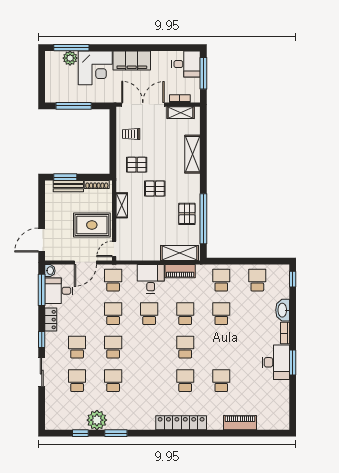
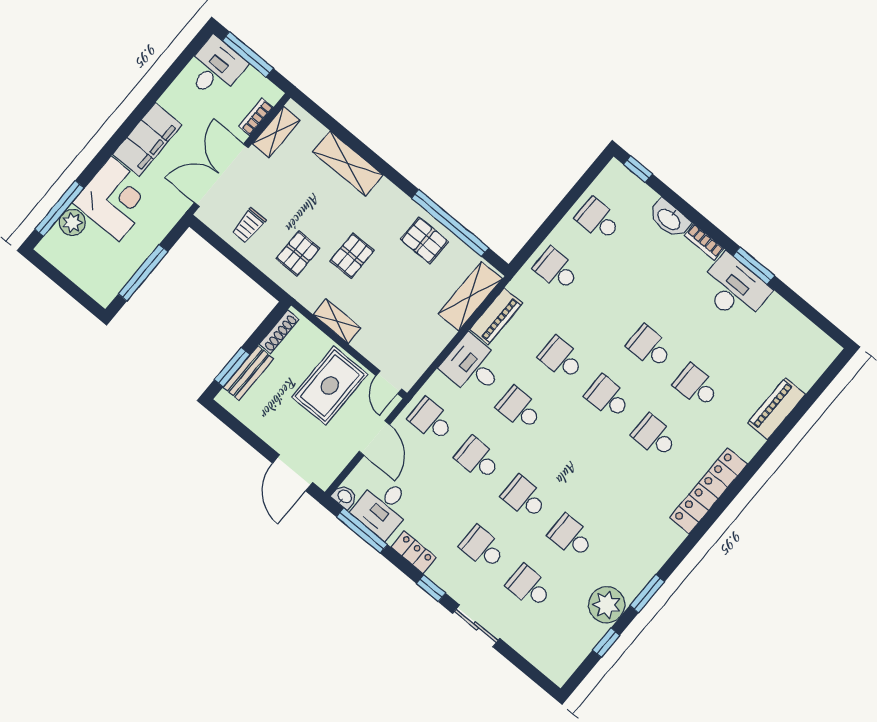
school desk: (221, 314) -> (650, 347), moved

